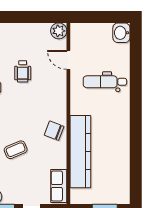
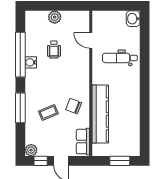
plant: (59, 31) -> (55, 17), moved
chair: (54, 131) -> (74, 106), moved

